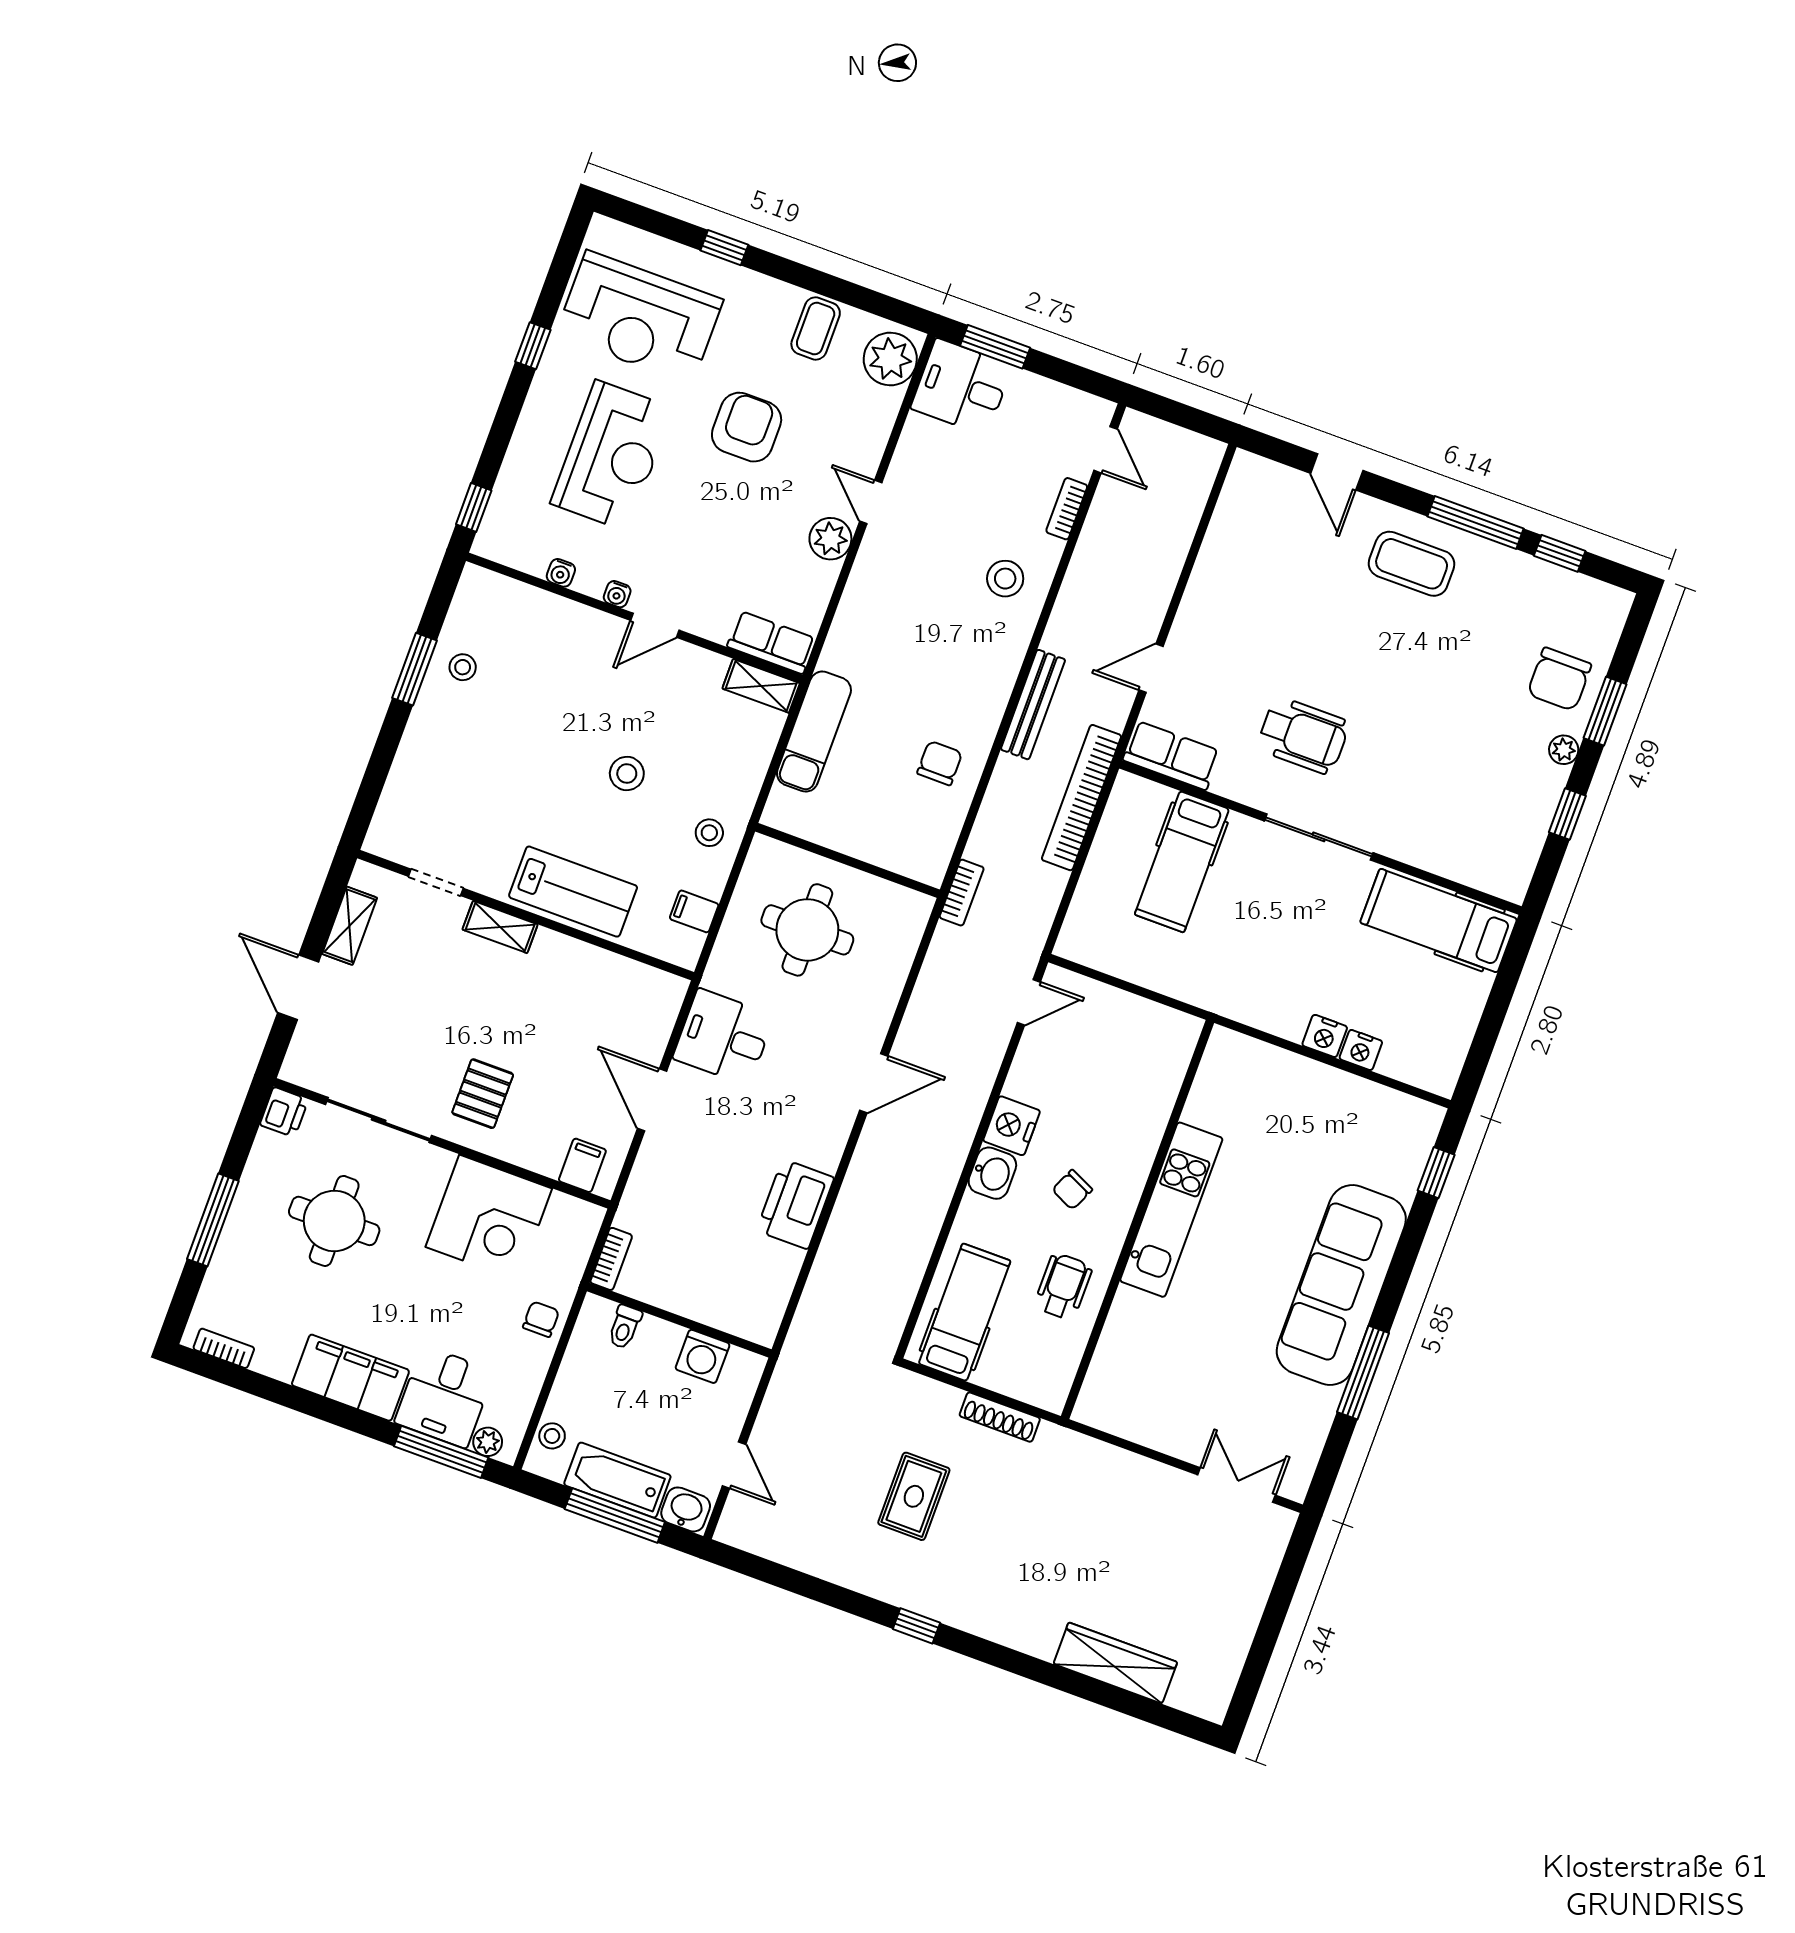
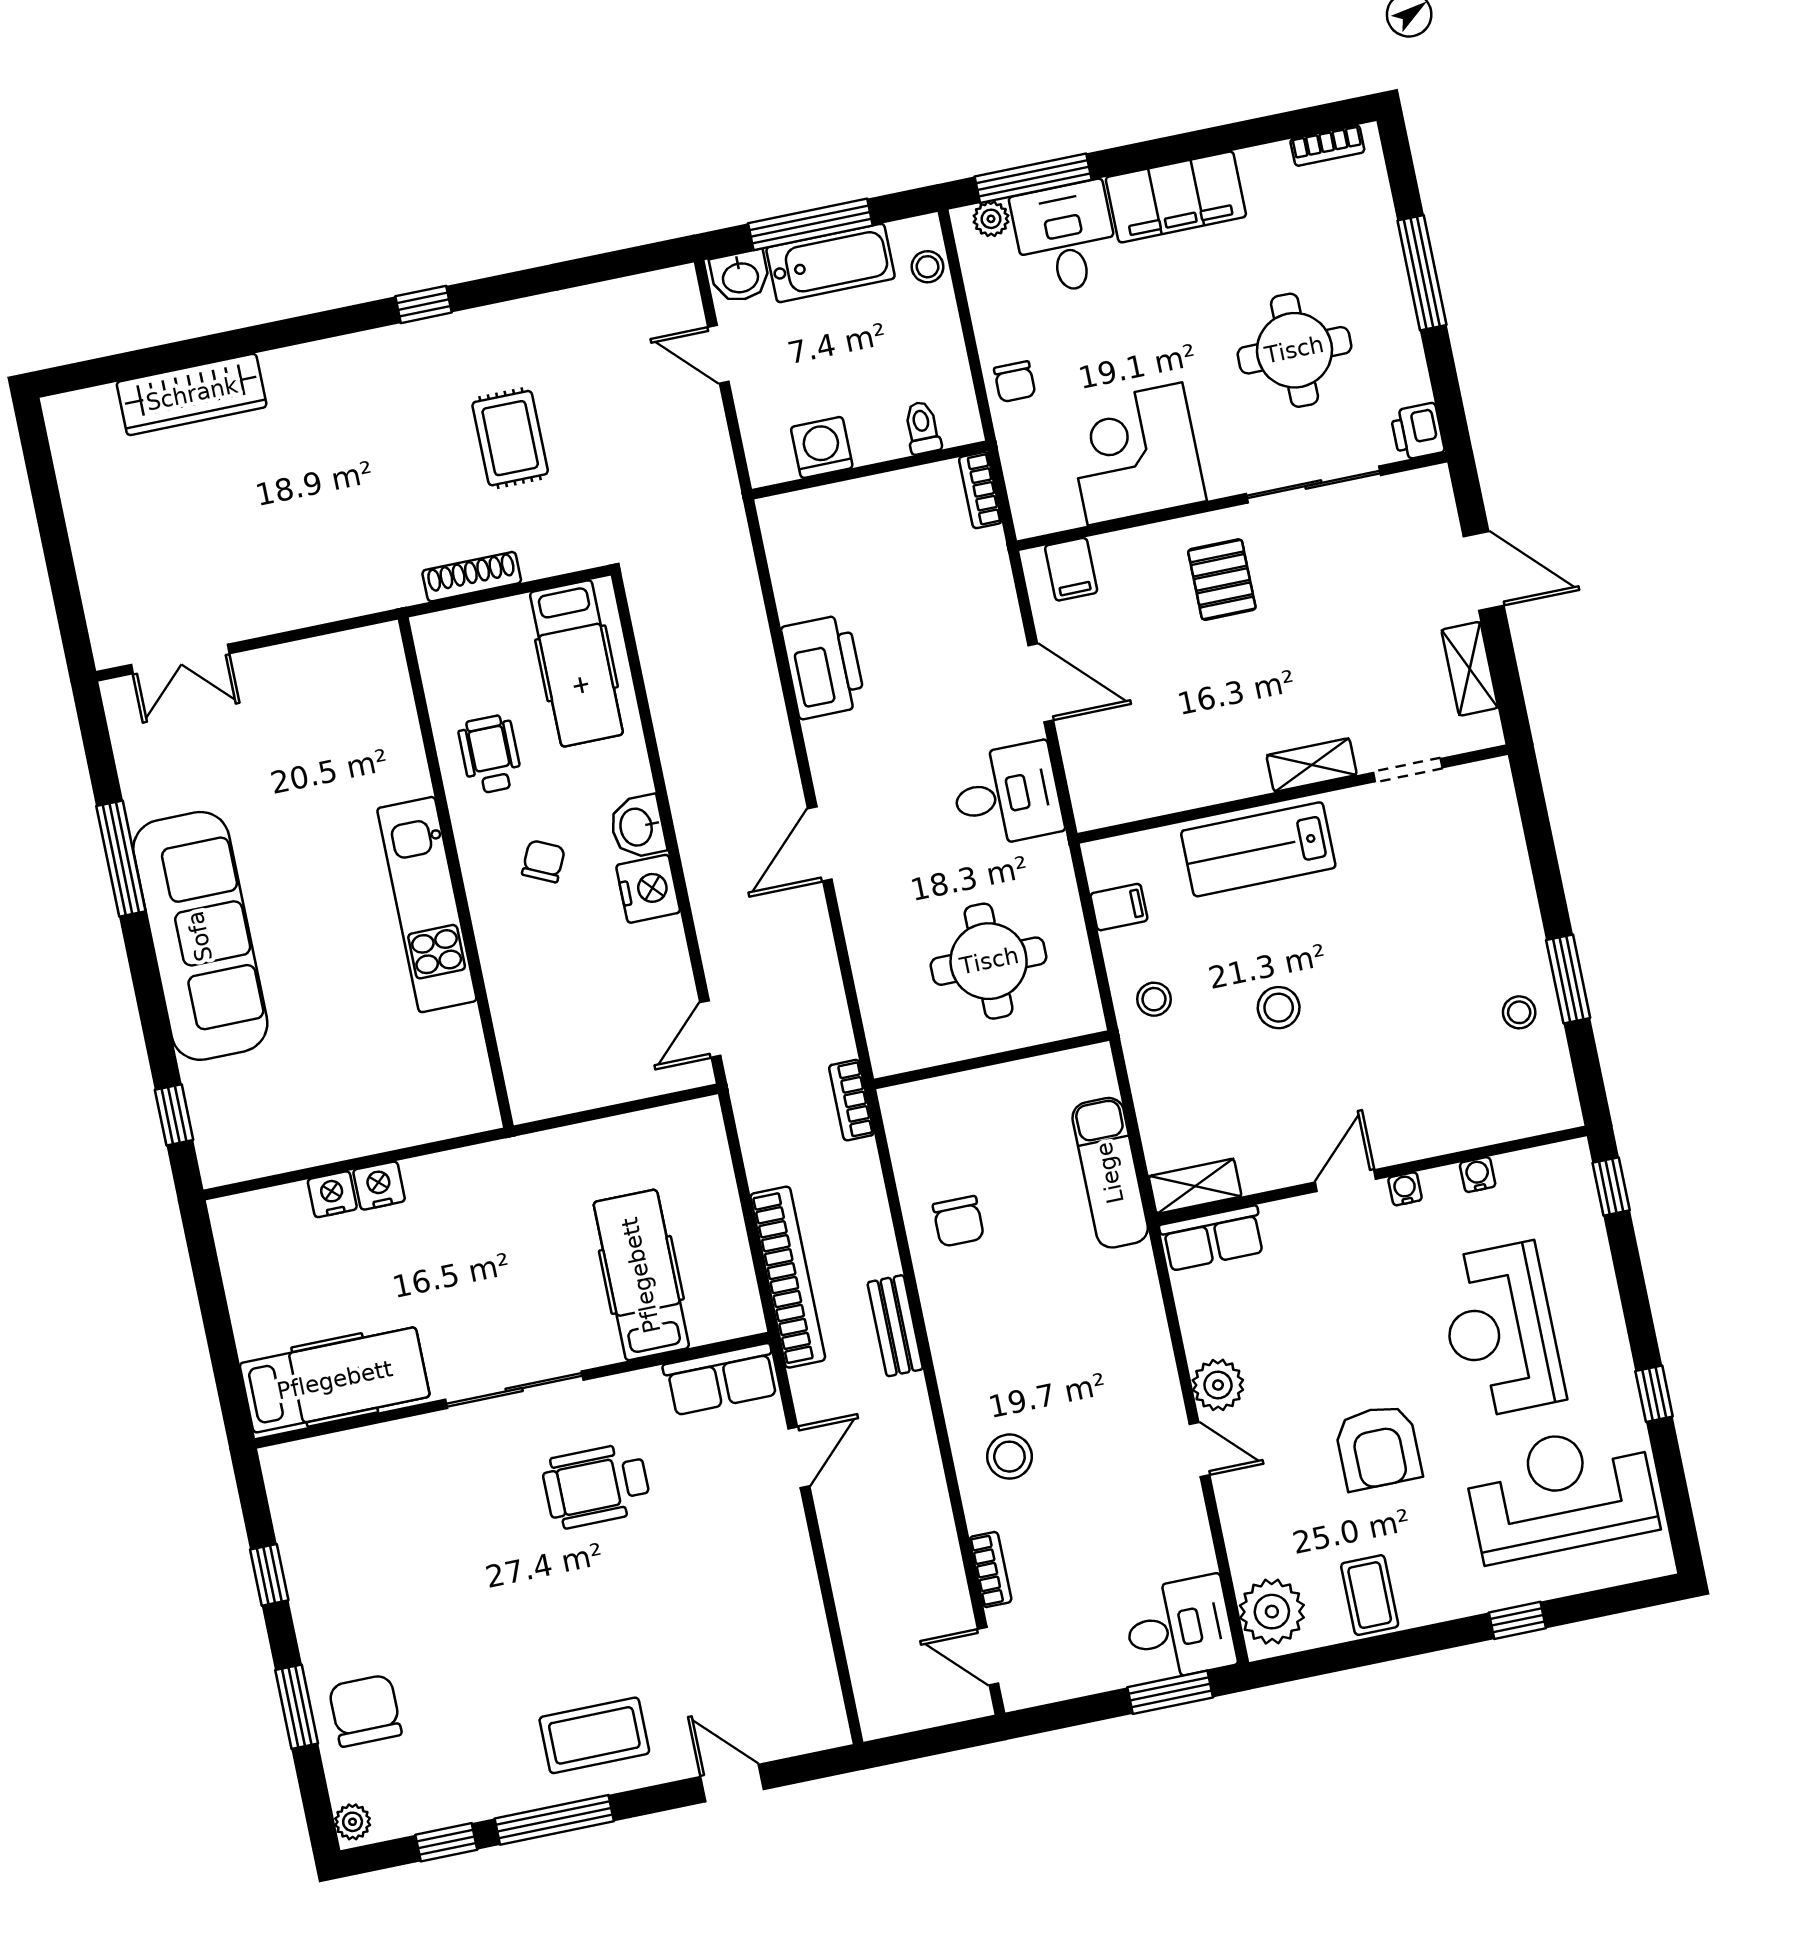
bench: (1033, 705) -> (895, 1326), width x0.73
plant: (1564, 750) -> (353, 1822), moved
wheelchair: (1063, 1286) -> (490, 754), turned 180

